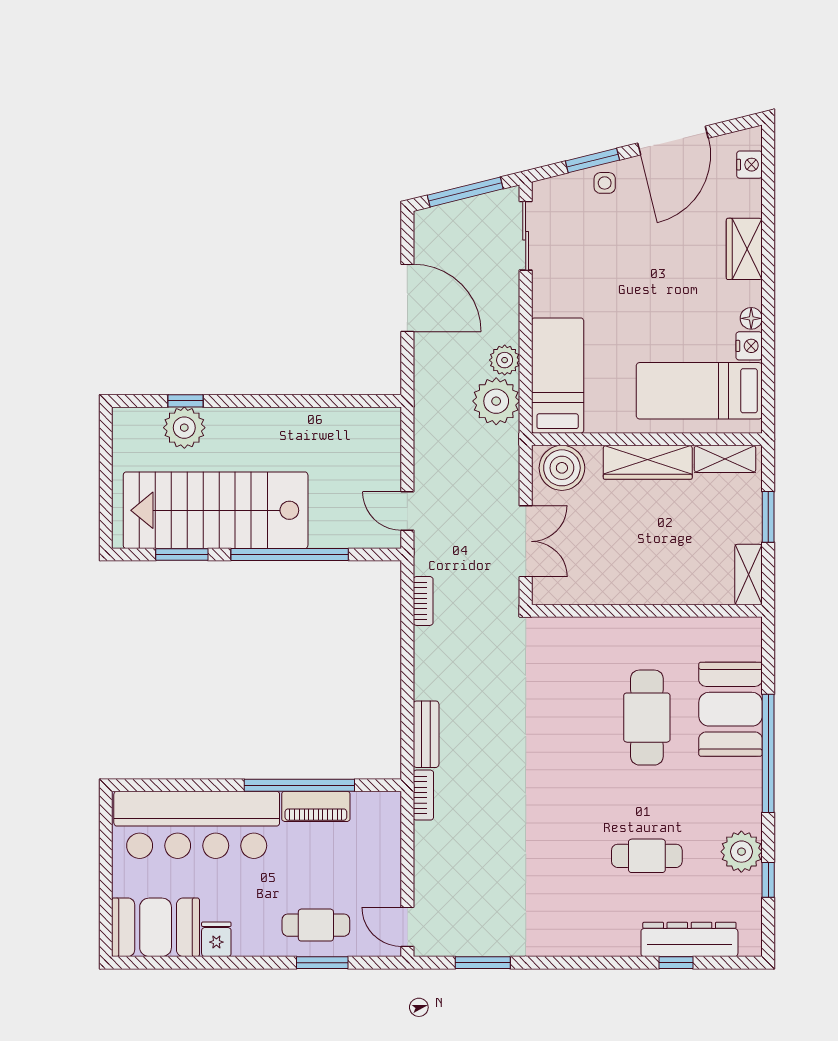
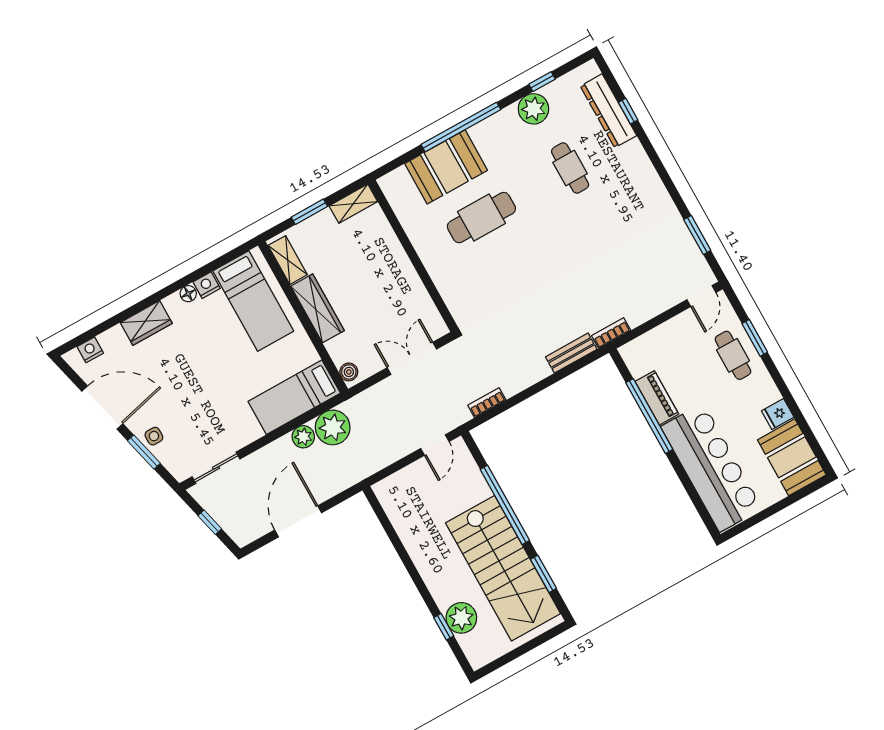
window: (465, 192) -> (210, 522), width x0.46
boiler: (562, 468) -> (349, 372), width x0.54, depth x0.54

